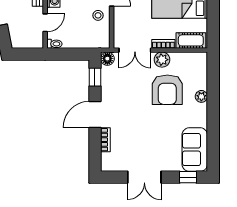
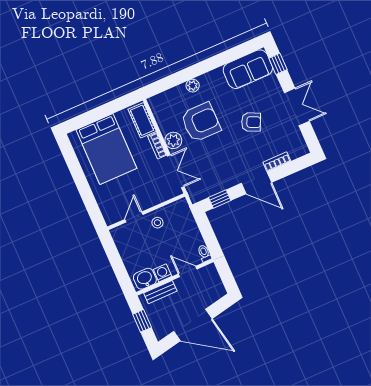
floor lamp: (107, 59) -> (196, 195), removed
armchair: (149, 133) -> (251, 122), added

